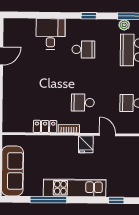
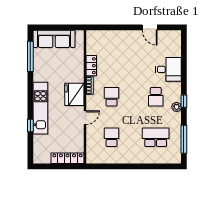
plant: (124, 25) -> (177, 107), moved
fridge: (86, 144) -> (74, 94), width x1.88, depth x1.34
kitchen unit: (75, 188) -> (40, 108), moved
window: (48, 200) -> (30, 56), moved

